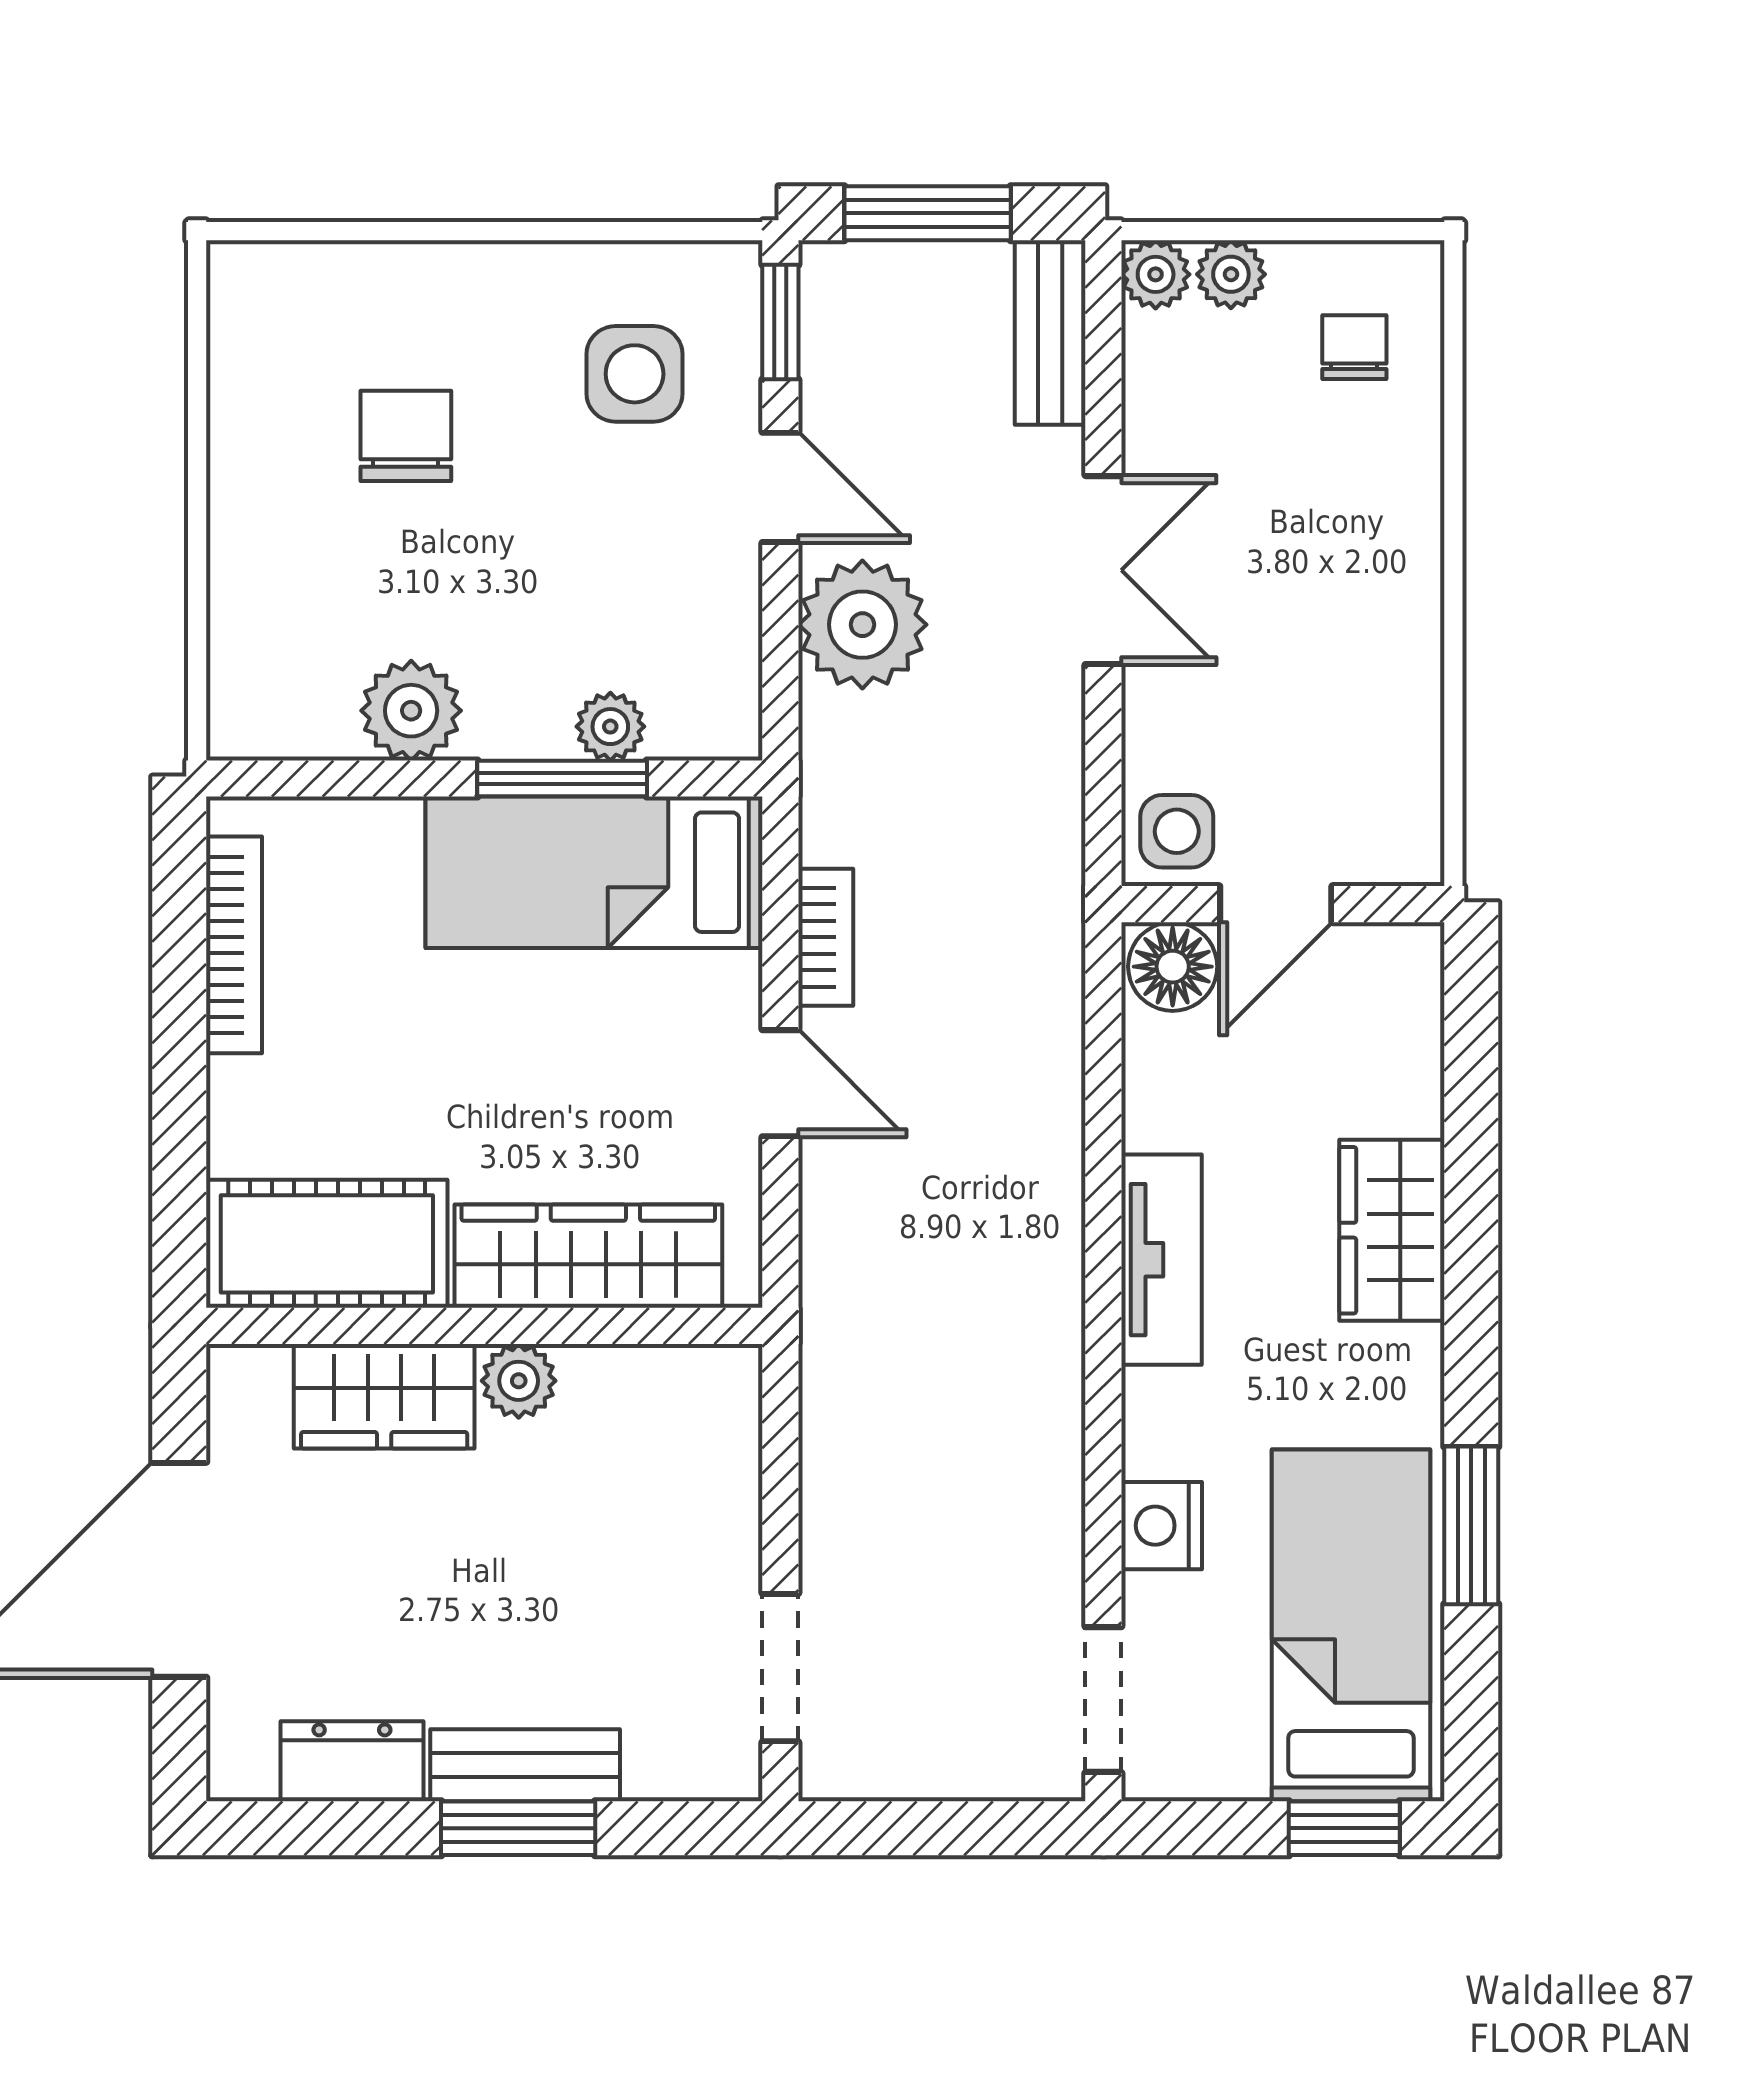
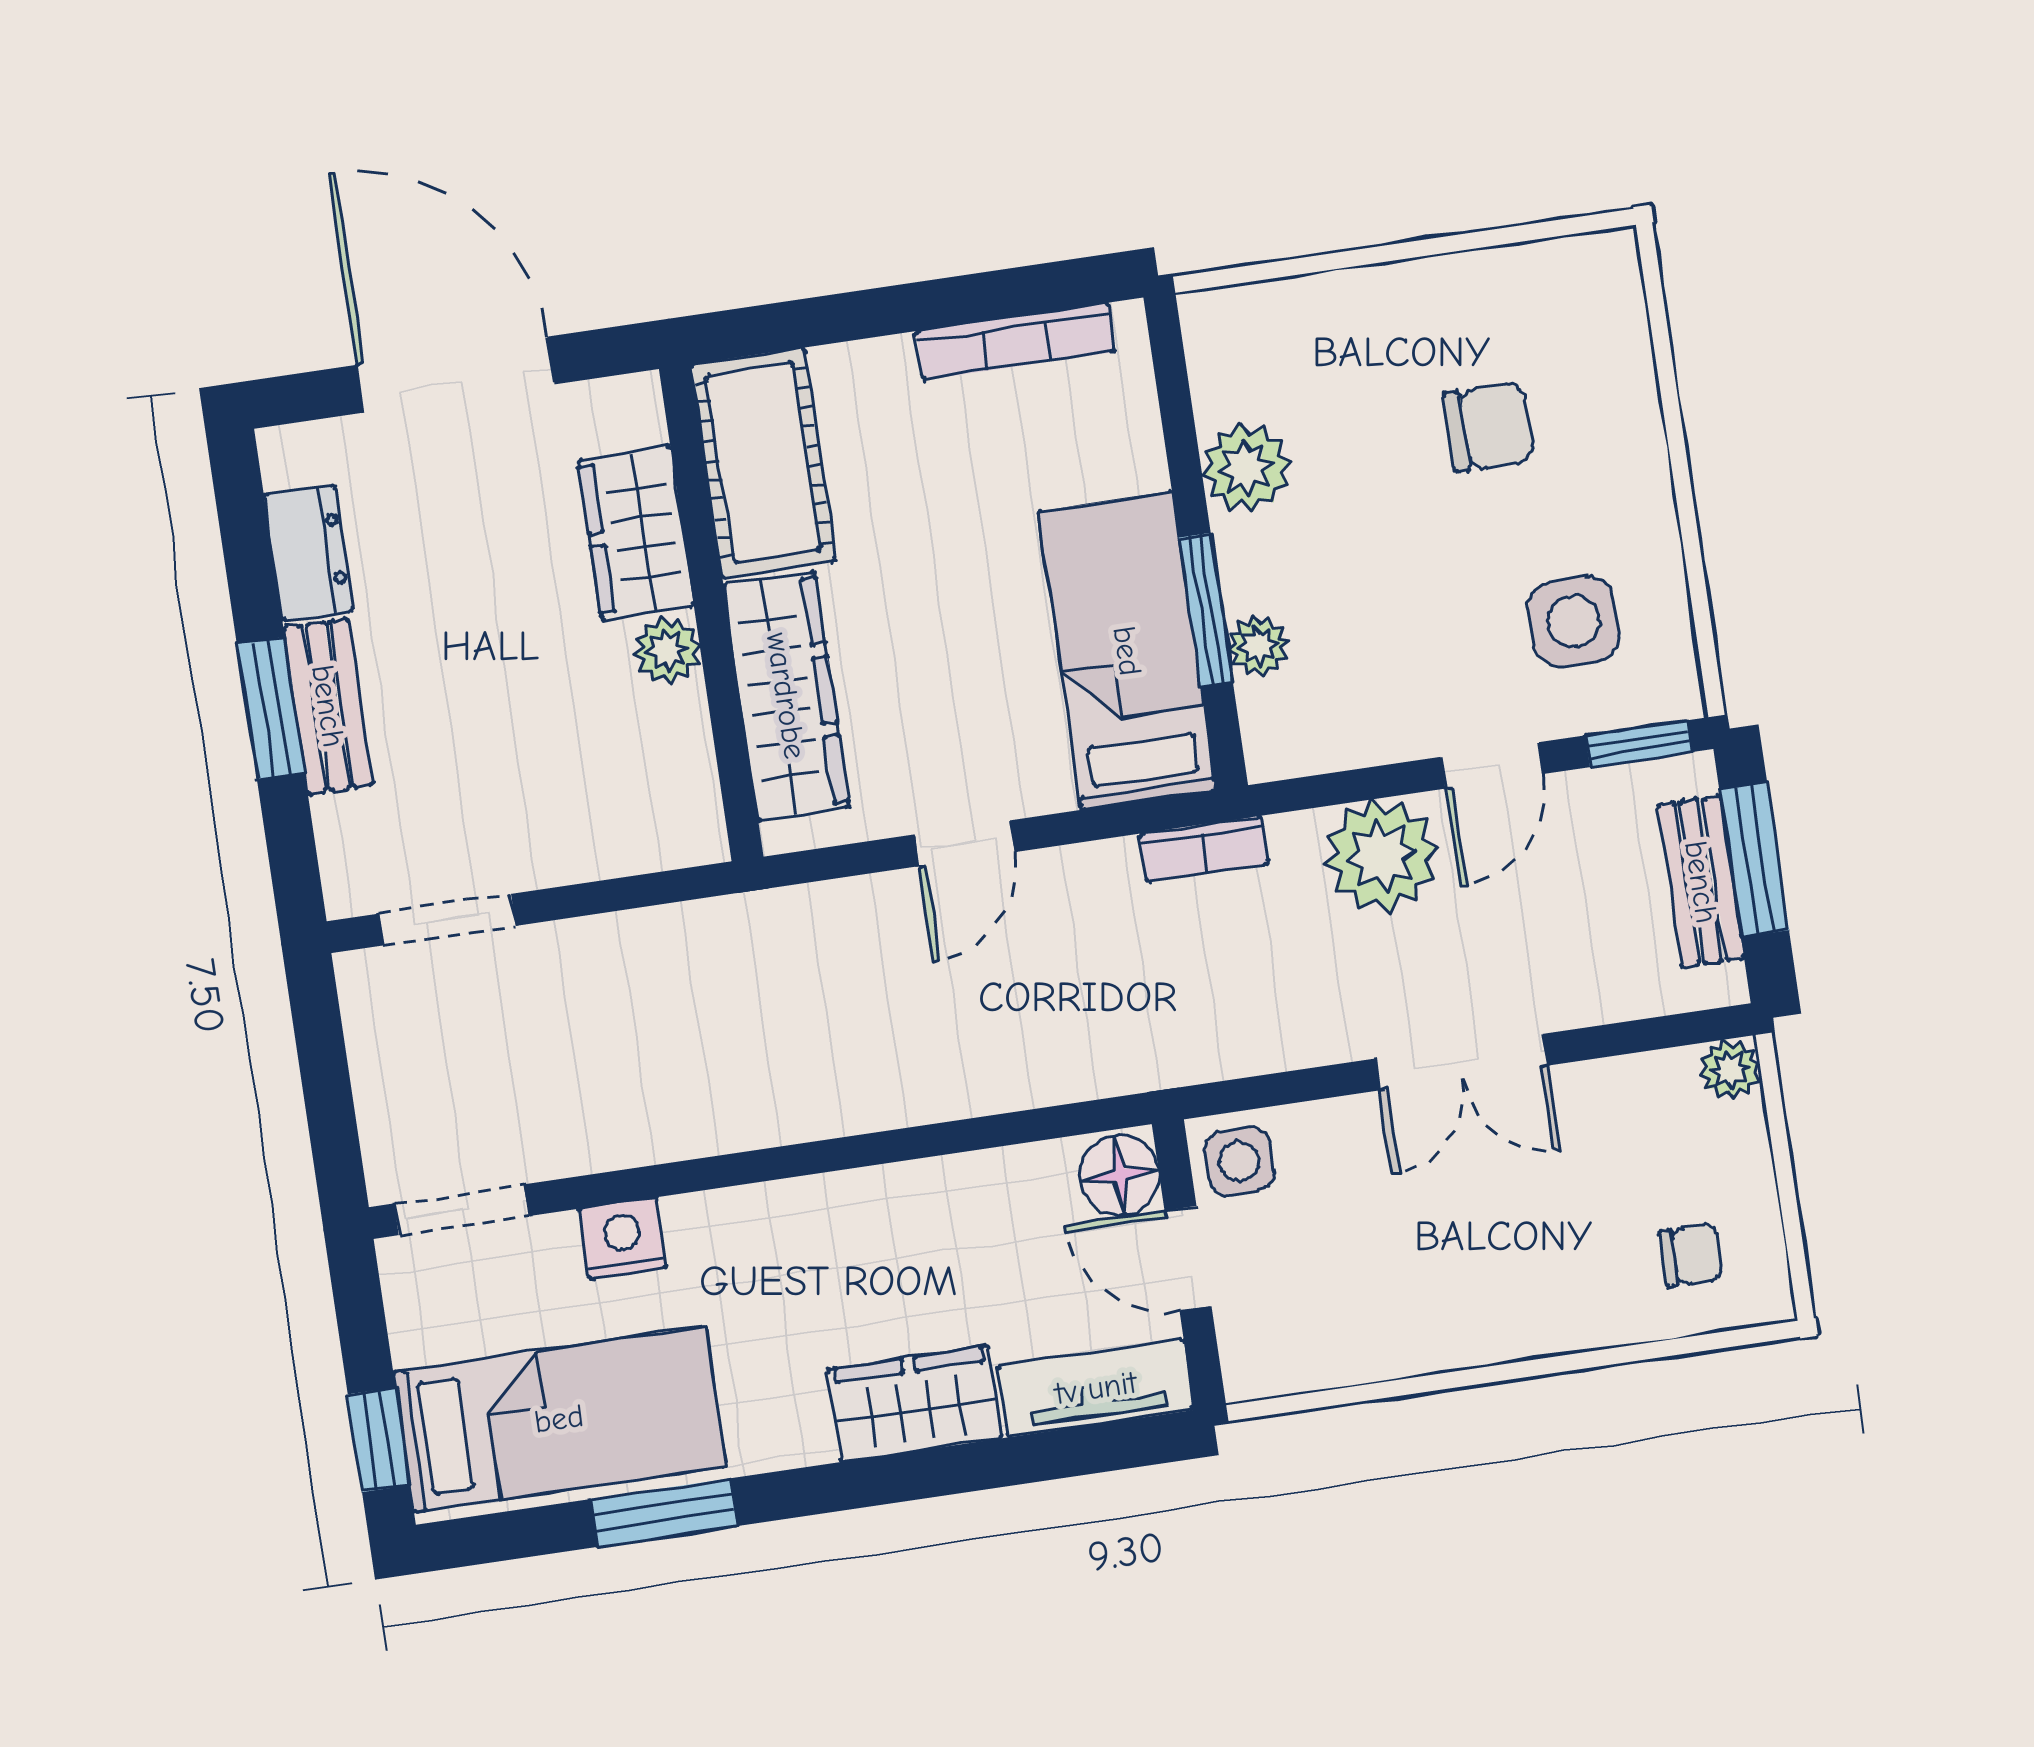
plant: (1231, 274) -> (1740, 1136), removed
bench: (1050, 333) -> (1701, 882), moved, turned 90
bookcase: (826, 937) -> (1204, 849), moved
tv unit: (1162, 1260) -> (1096, 1388), moved, turned 180

